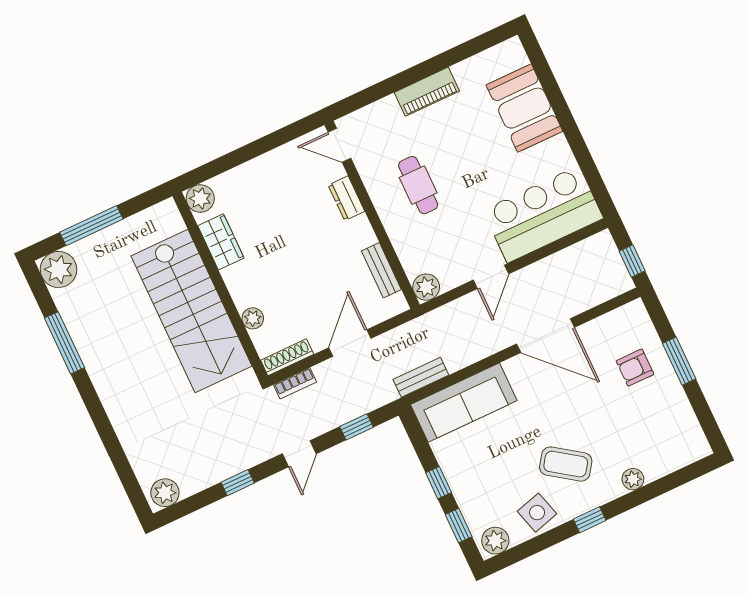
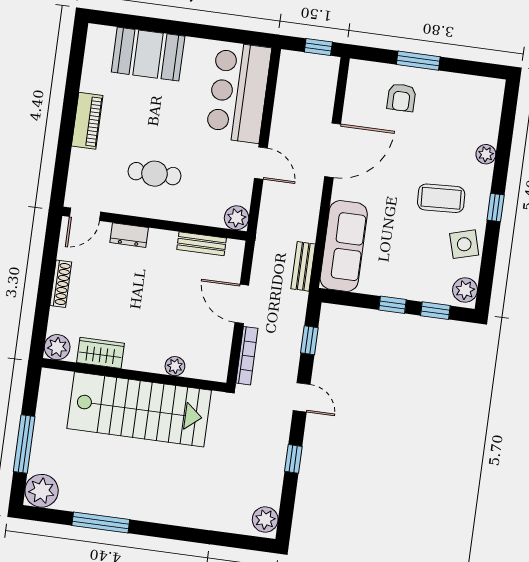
shoe rack: (287, 357) -> (61, 284), moved, turned 180
bookcase: (295, 383) -> (247, 356), width x1.56
coffee table: (566, 464) -> (441, 198), turned 52

